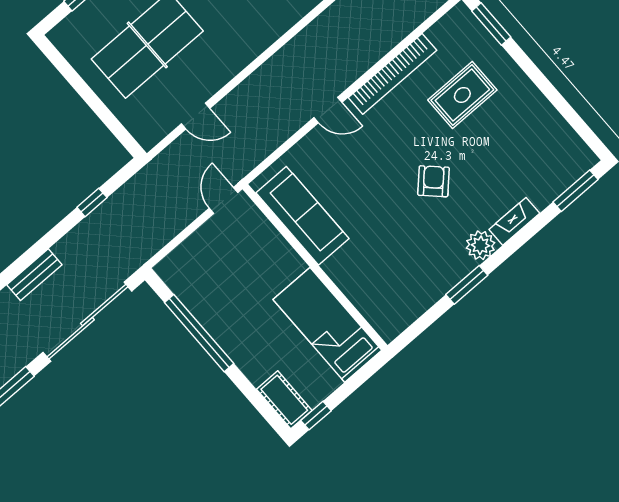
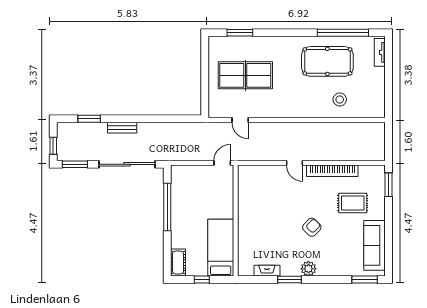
window: (92, 202) -> (170, 119), removed
sofa: (302, 216) -> (374, 245), moved, turned 180
fireplace: (514, 221) -> (267, 271), moved
window: (316, 416) -> (202, 280), moved

